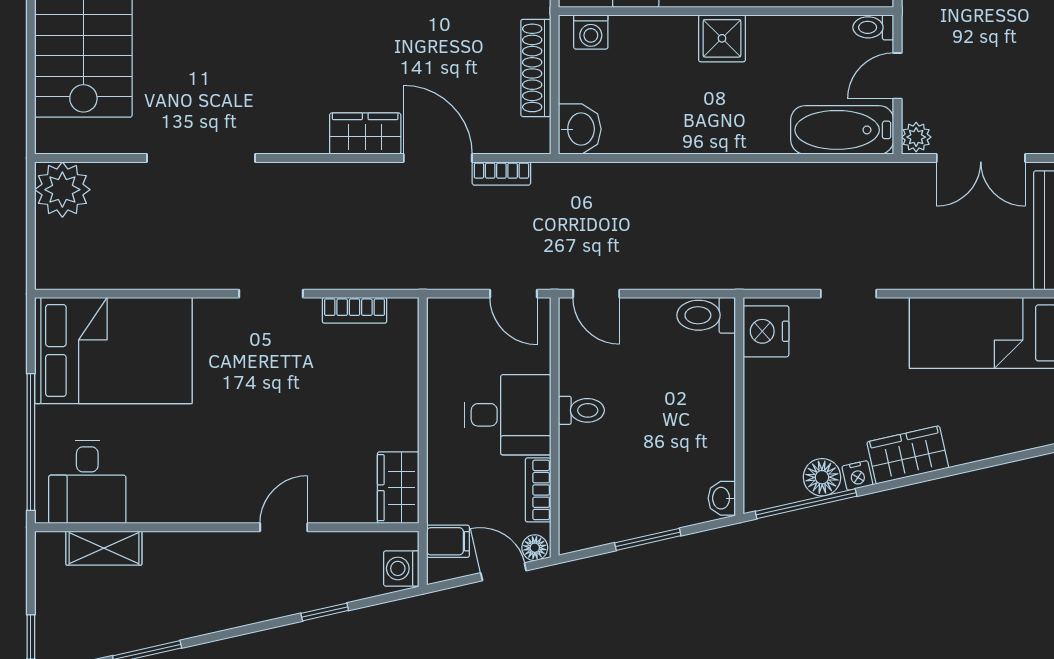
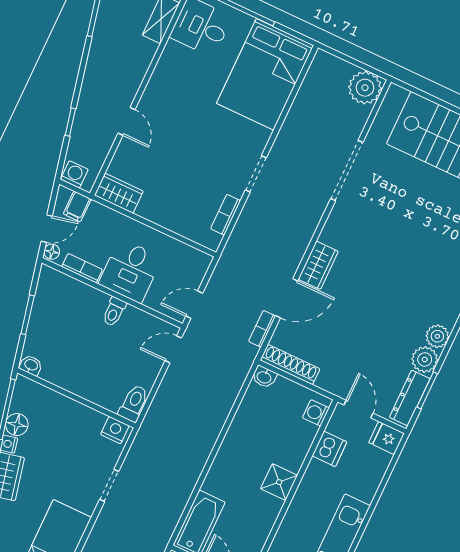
shoe rack: (536, 68) -> (290, 365), moved
washbasin: (580, 129) -> (264, 377), width x0.72, depth x0.69
nightstand: (766, 331) -> (115, 430), width x0.74, depth x0.75

